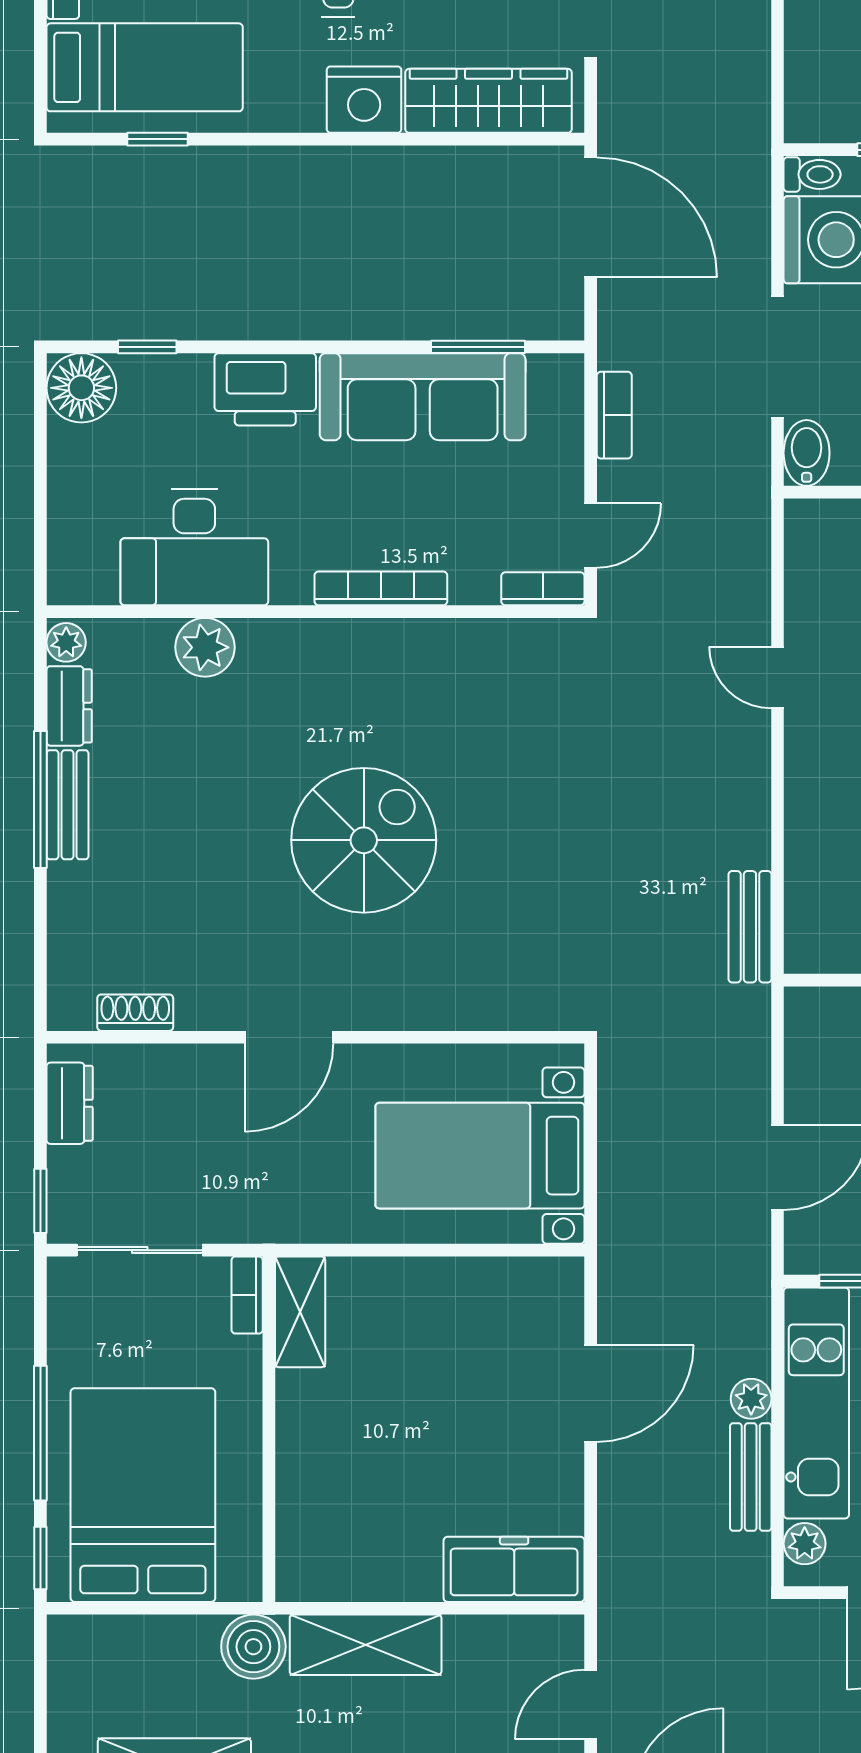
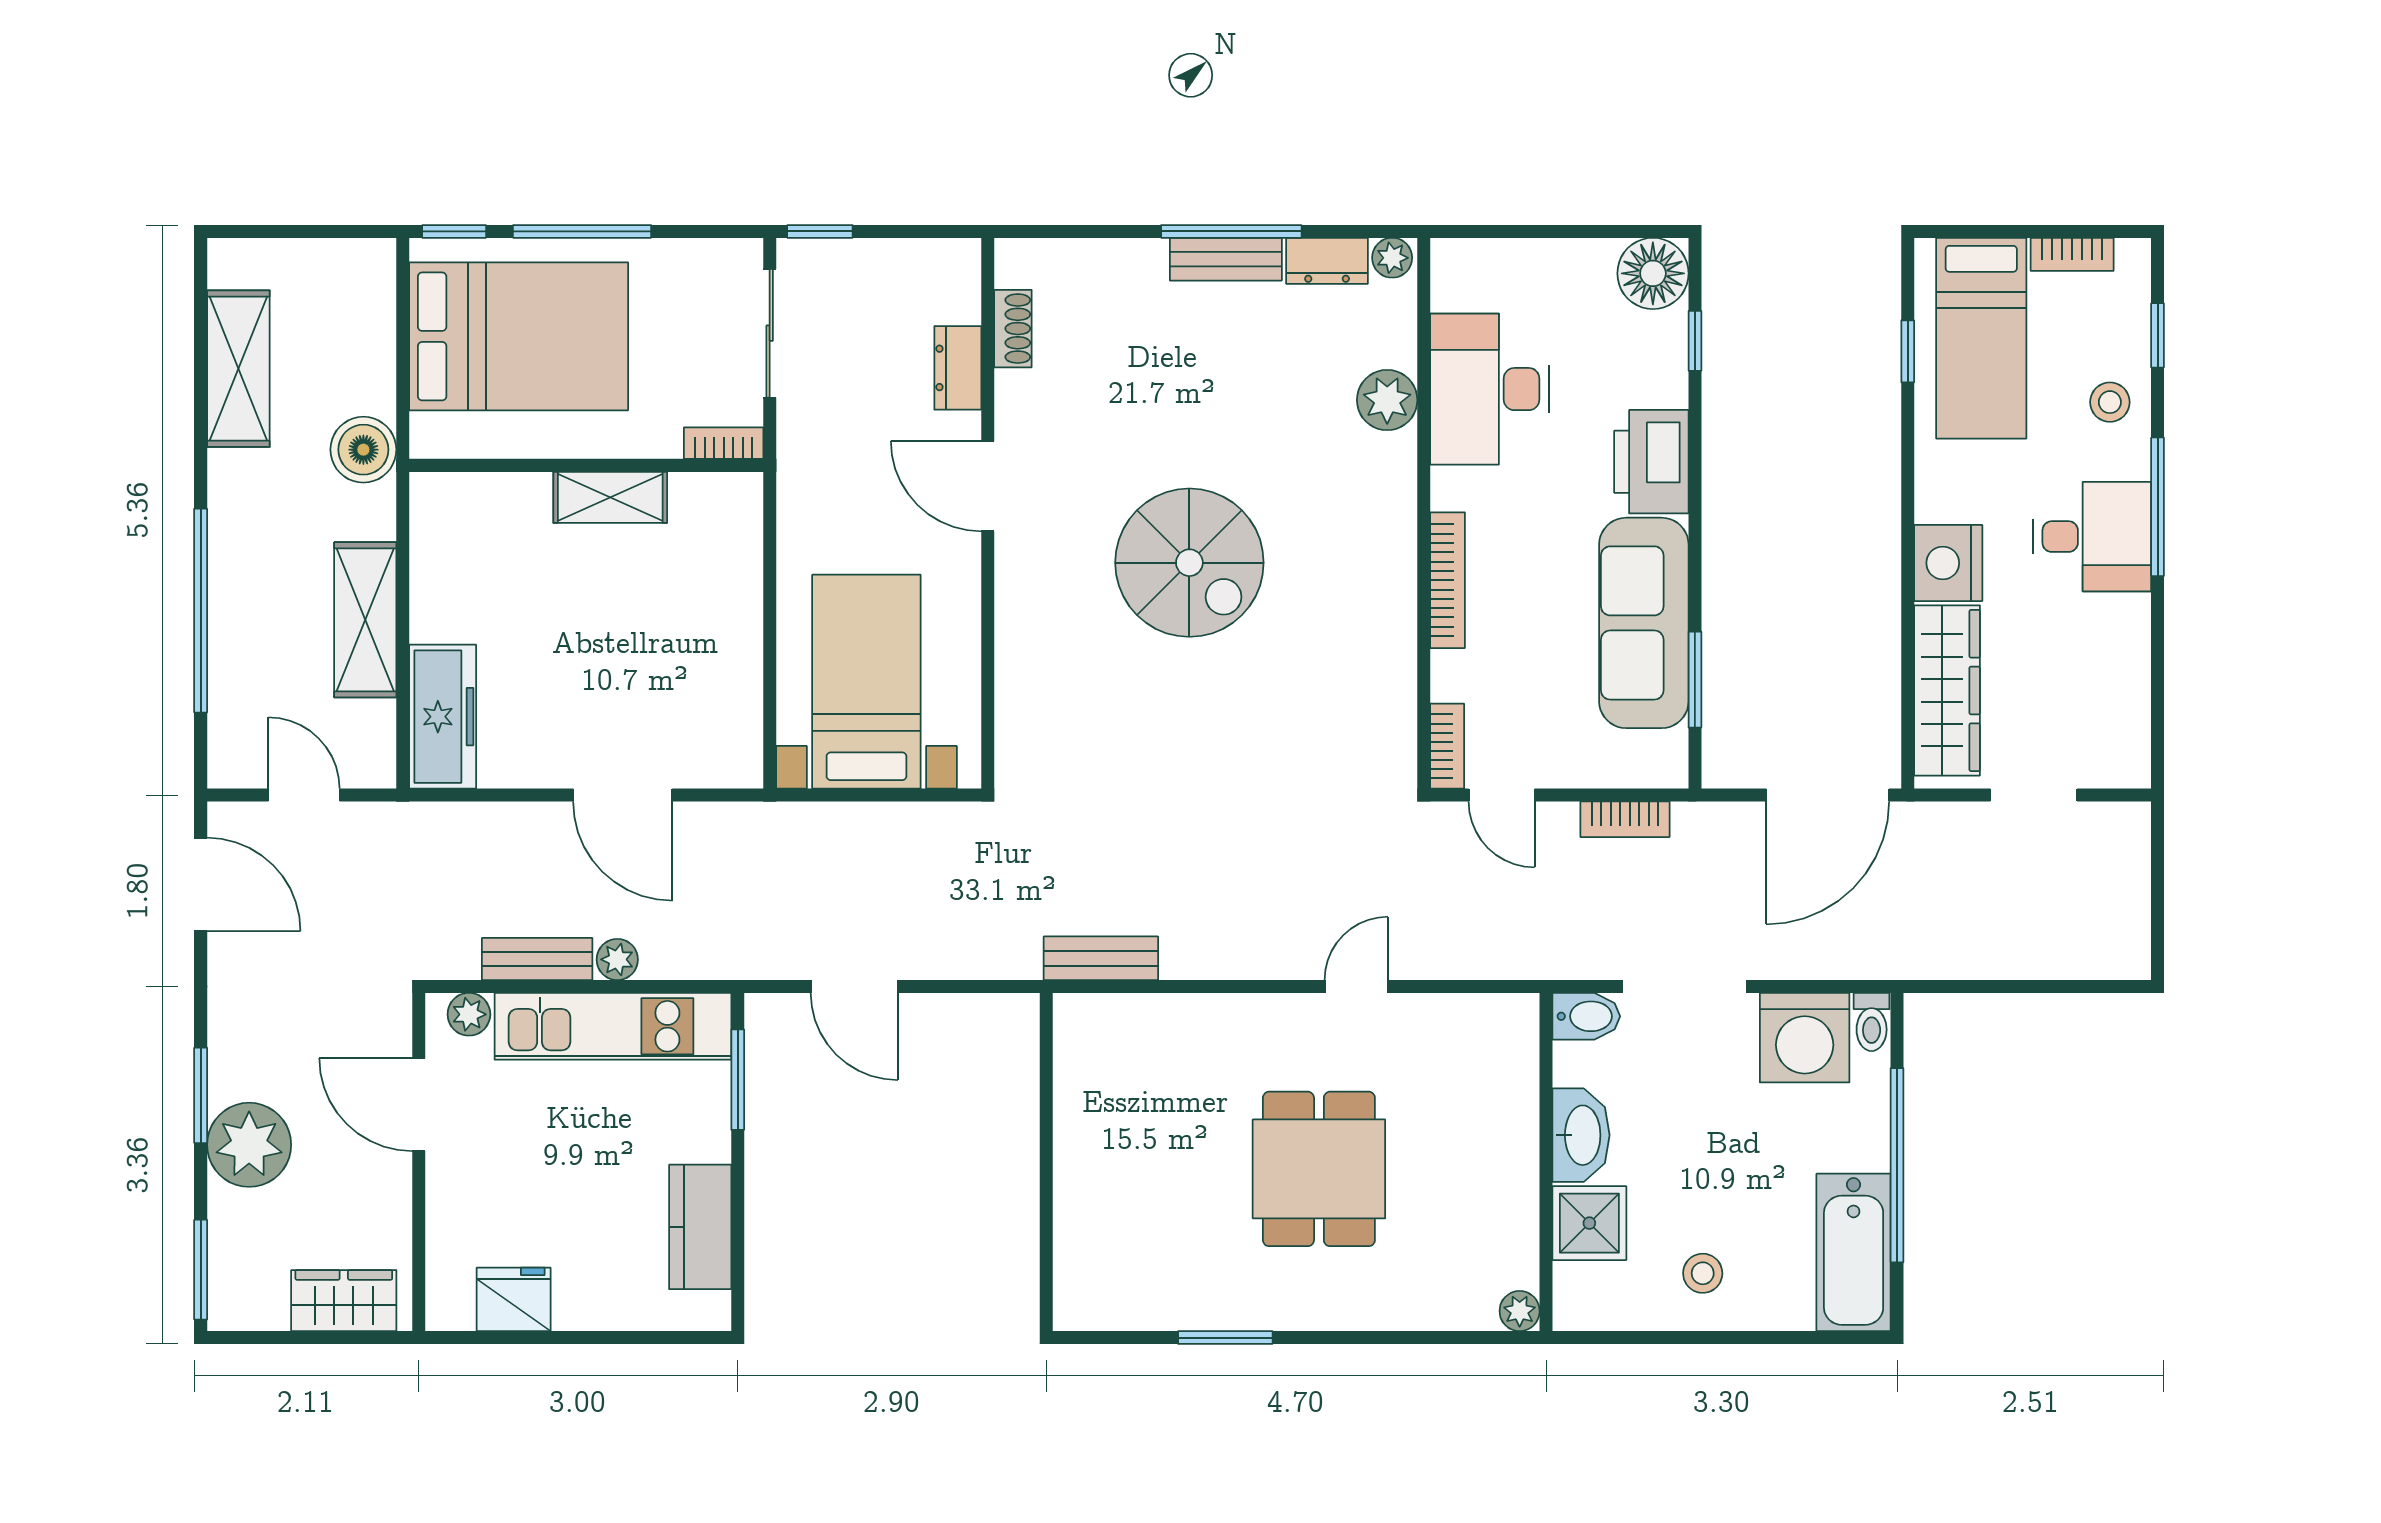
dresser: (70, 1103) -> (958, 368), moved, turned 90
shelving: (300, 1312) -> (610, 497), moved
shelving: (366, 1645) -> (365, 620), moved

